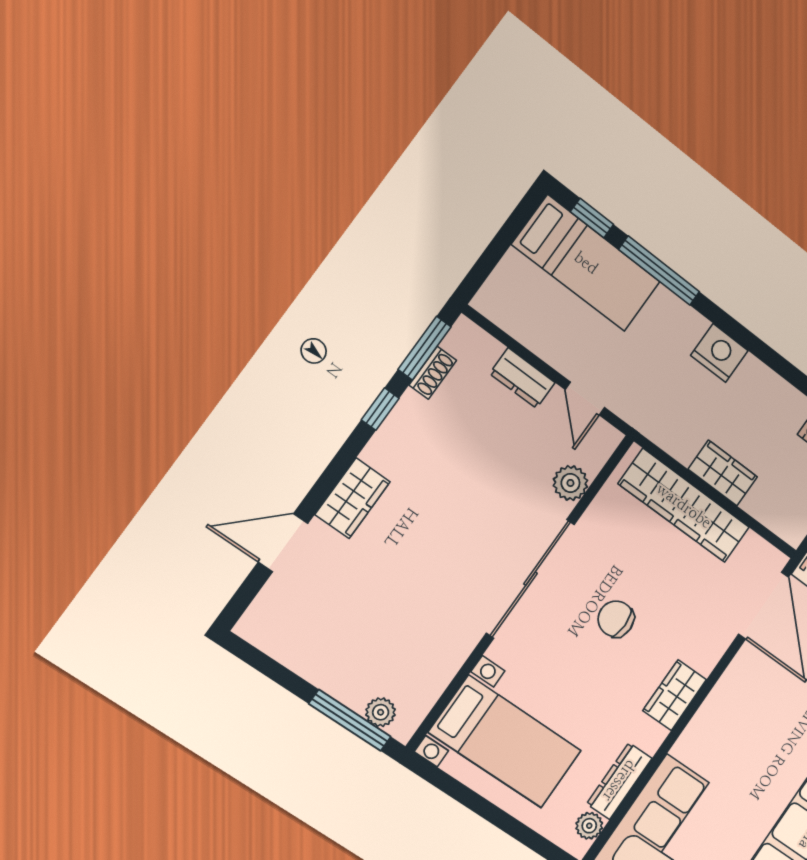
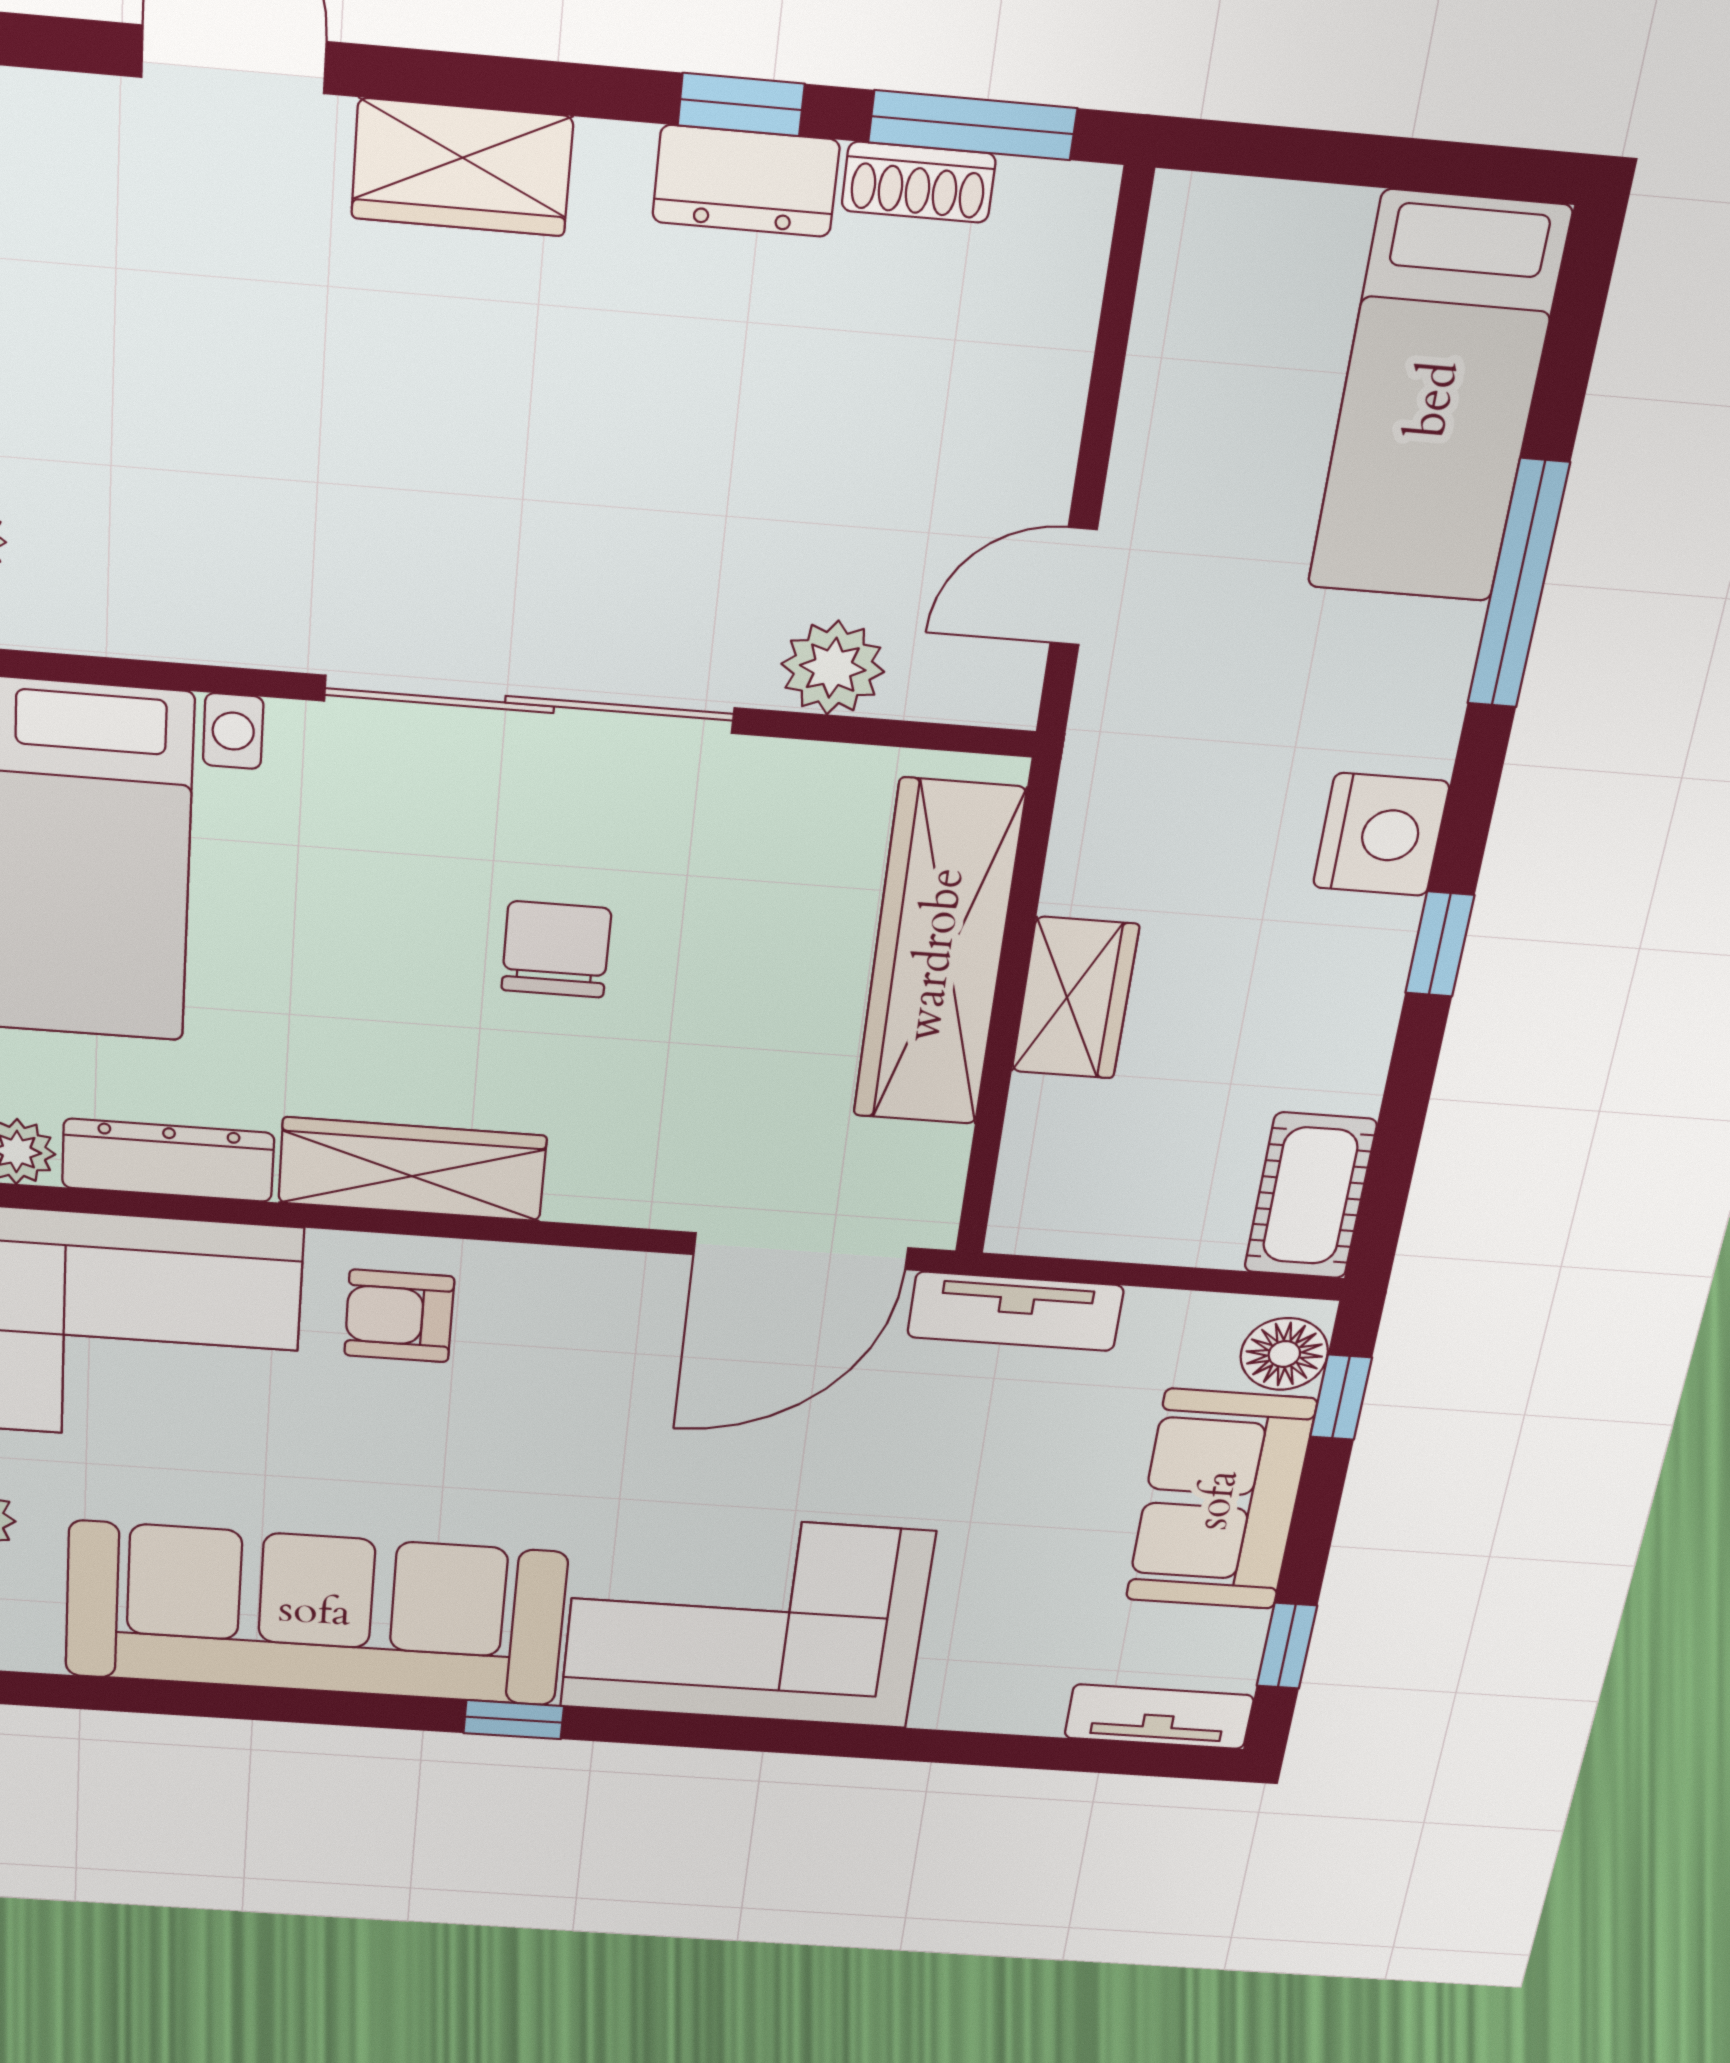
window: (592, 218) -> (1440, 944), moved
dresser: (522, 378) -> (746, 181), moved, turned -90
wardrobe: (675, 695) -> (412, 1169), width x1.50
armchair: (715, 743) -> (399, 1316), added

